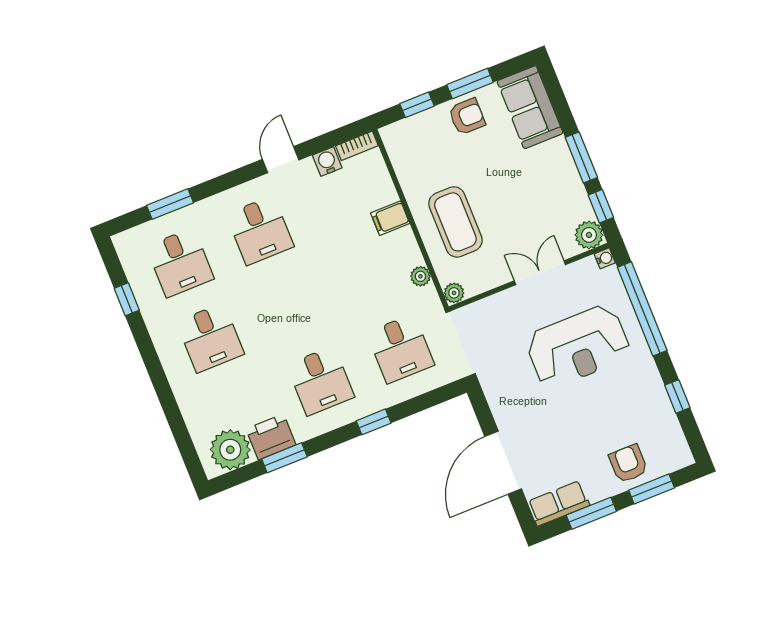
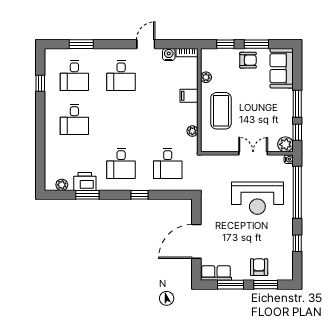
plant: (454, 293) -> (206, 77), moved
plant: (230, 450) -> (62, 185), width x0.53, depth x0.53

